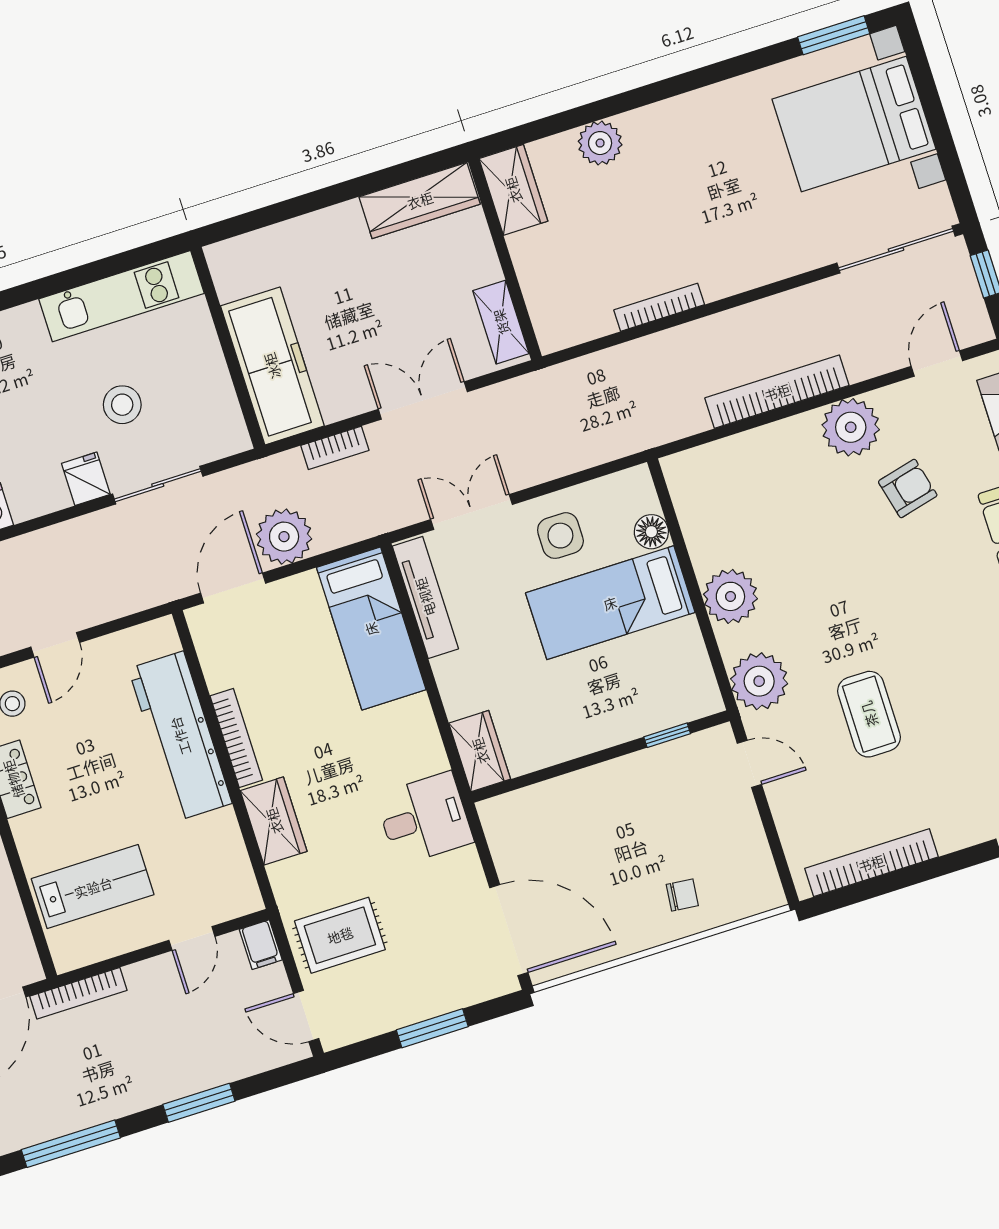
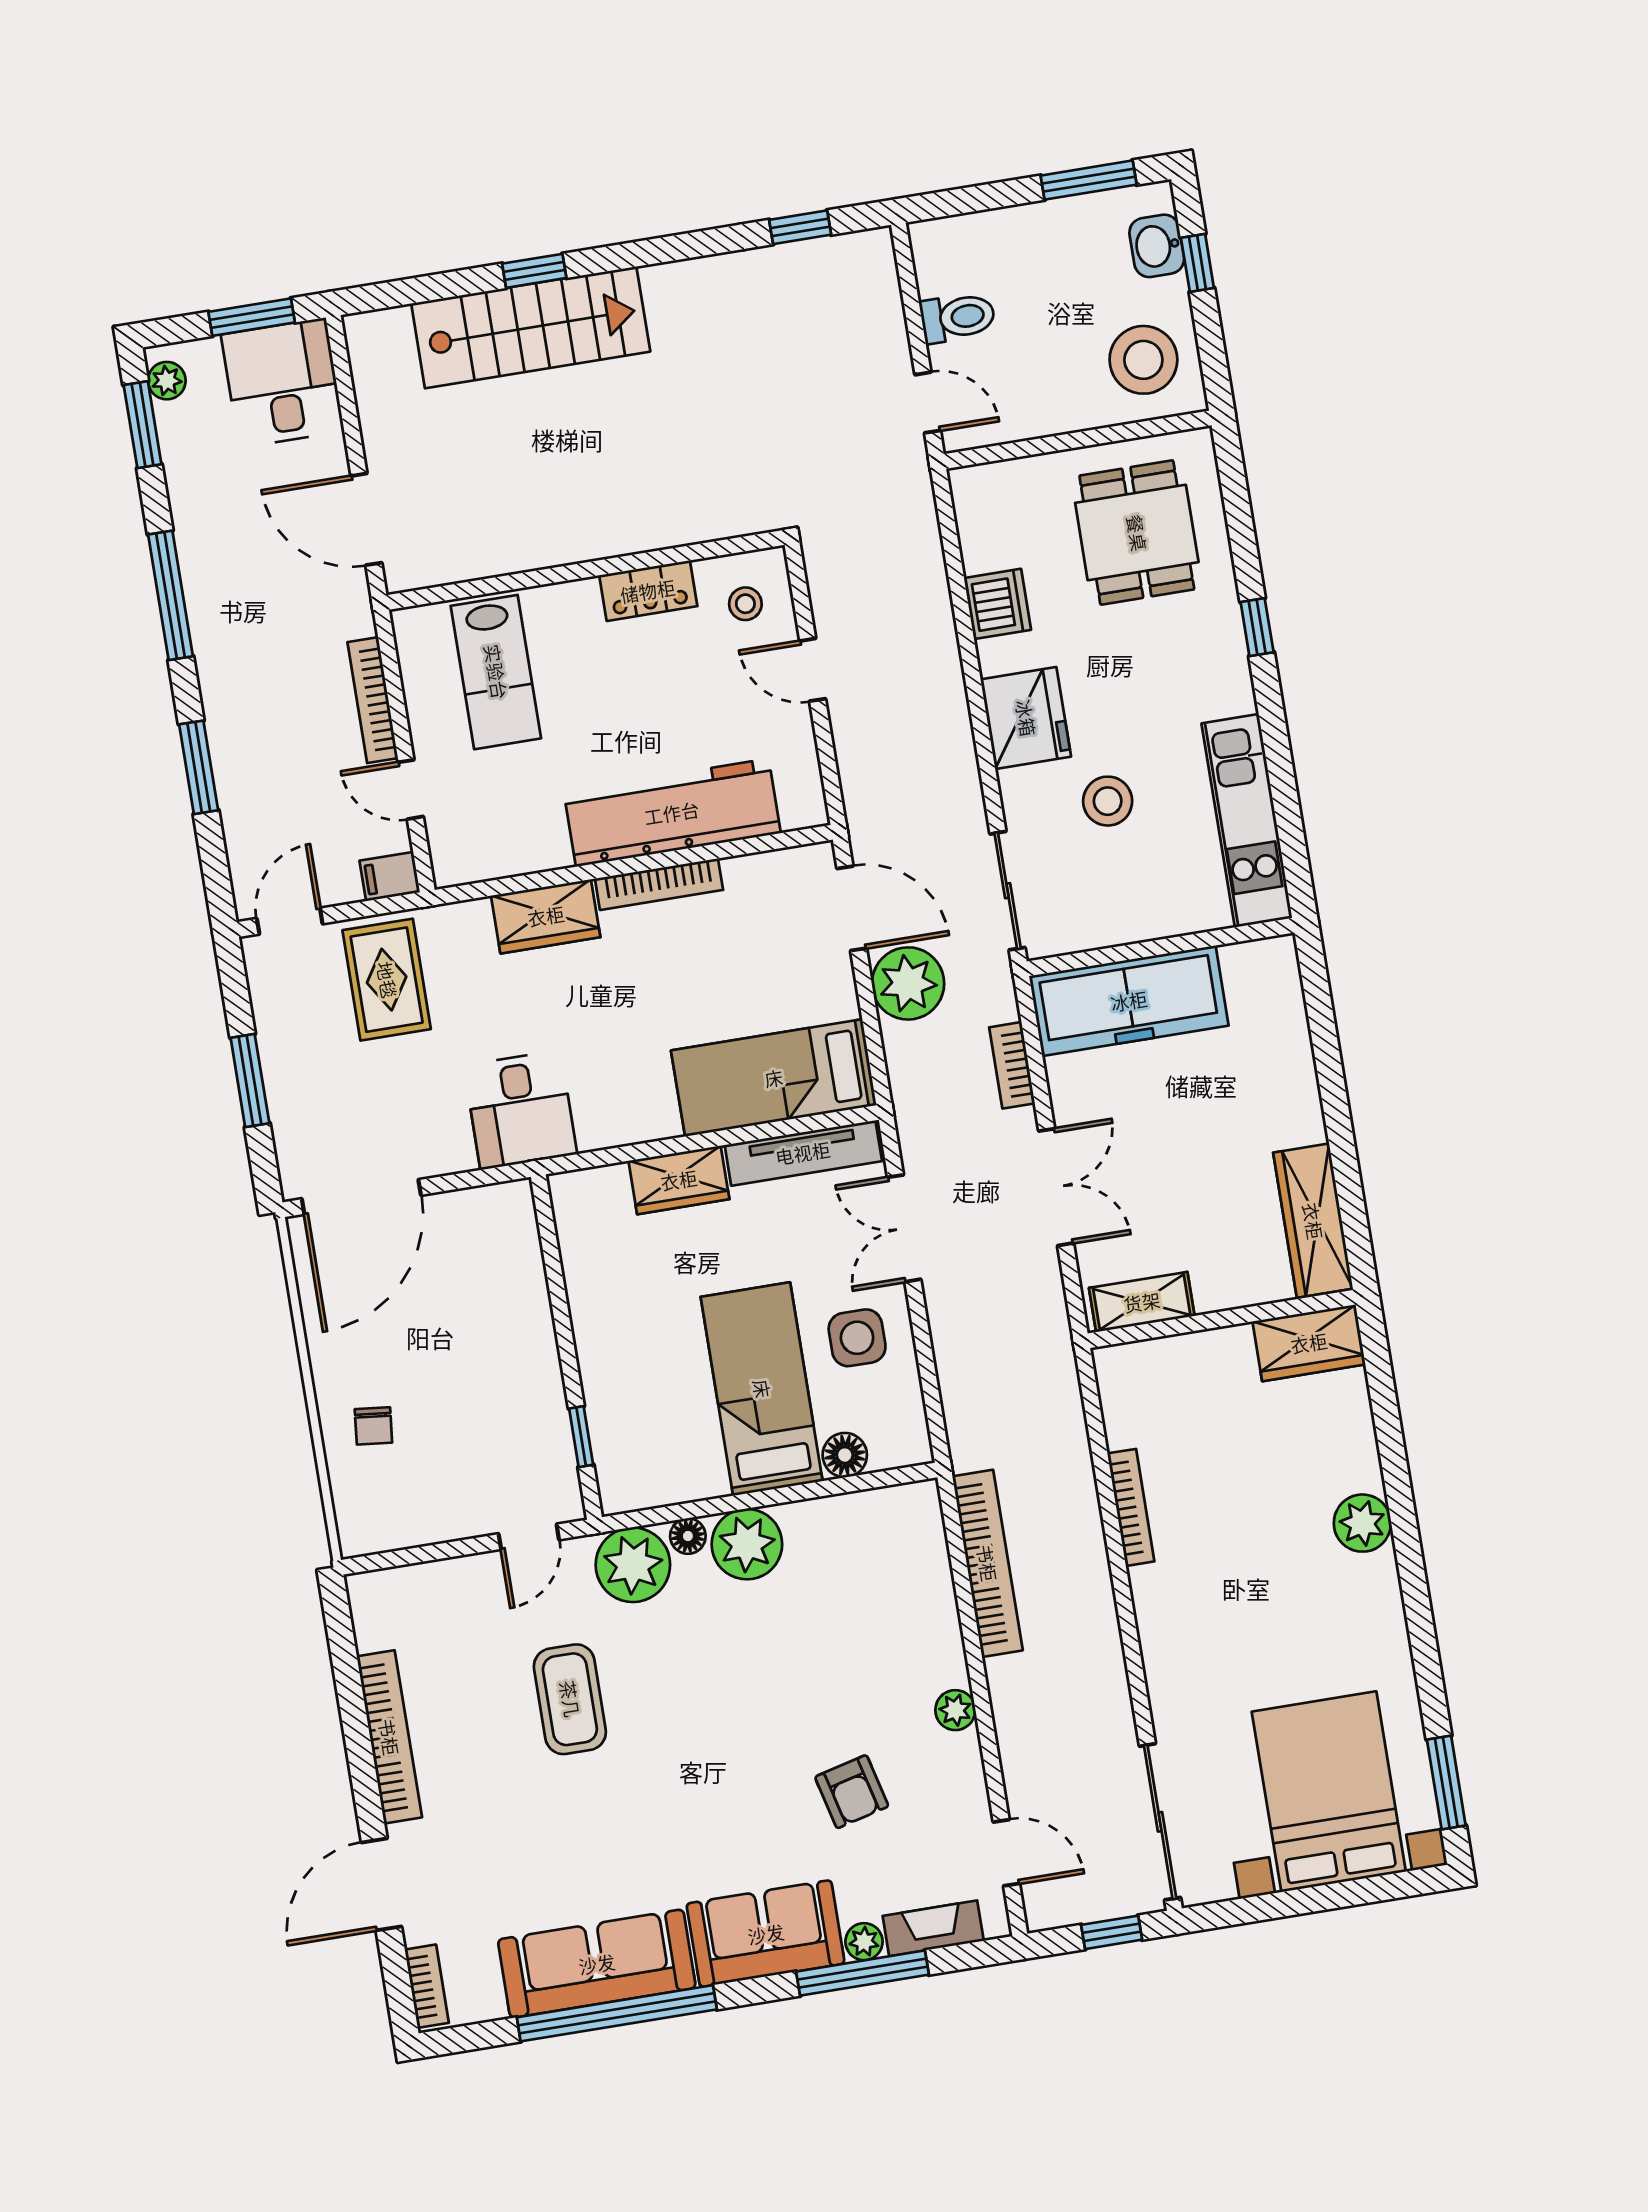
plant: (600, 143) -> (1362, 1523), moved
bookcase: (777, 392) -> (987, 1563), moved
plant: (851, 427) -> (955, 1710), width x0.53, depth x0.53
fridge: (86, 479) -> (1026, 718), width x1.88, depth x1.34
sliding door: (158, 485) -> (1008, 891), moved
double door: (472, 512) -> (904, 1228), swing flipped
floor lamp: (731, 642) -> (688, 1536), added
coffee table: (869, 714) -> (570, 1699), turned 90
wardrobe: (480, 751) -> (679, 1180), moved
bookcase: (871, 863) -> (389, 1737), moved
bookcase: (78, 993) -> (373, 700), moved

